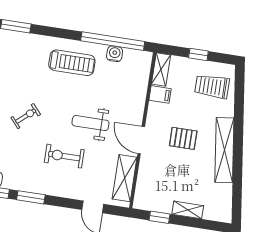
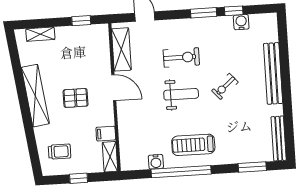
window: (113, 41) -> (181, 172), moved
trolley: (212, 86) -> (60, 152), width x0.73, depth x0.72
weight bench: (90, 123) -> (181, 94), moved
shelving: (188, 210) -> (40, 34), moved

